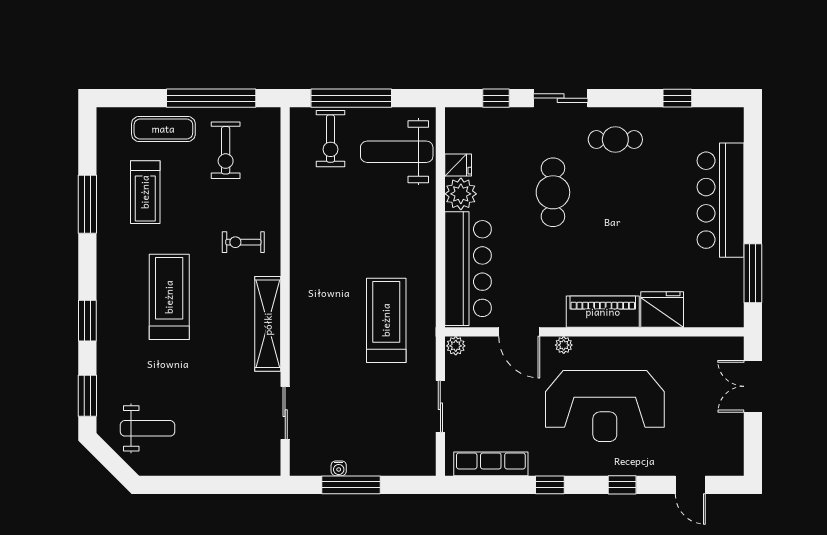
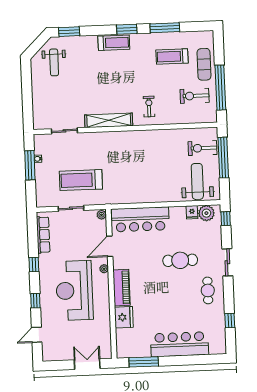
window: (496, 98) -> (226, 219), moved
plant: (461, 194) -> (206, 213), moved
treadmill: (169, 297) -> (114, 43), moved, width x0.73, depth x0.73
treadmill: (386, 320) -> (81, 180), moved, turned 180
window: (87, 321) -> (127, 29), moved

